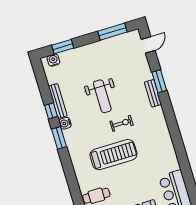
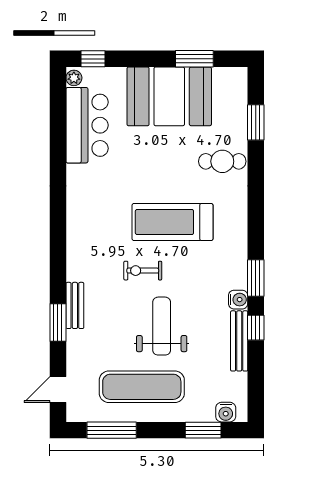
exercise mat: (103, 60) -> (142, 387), added

